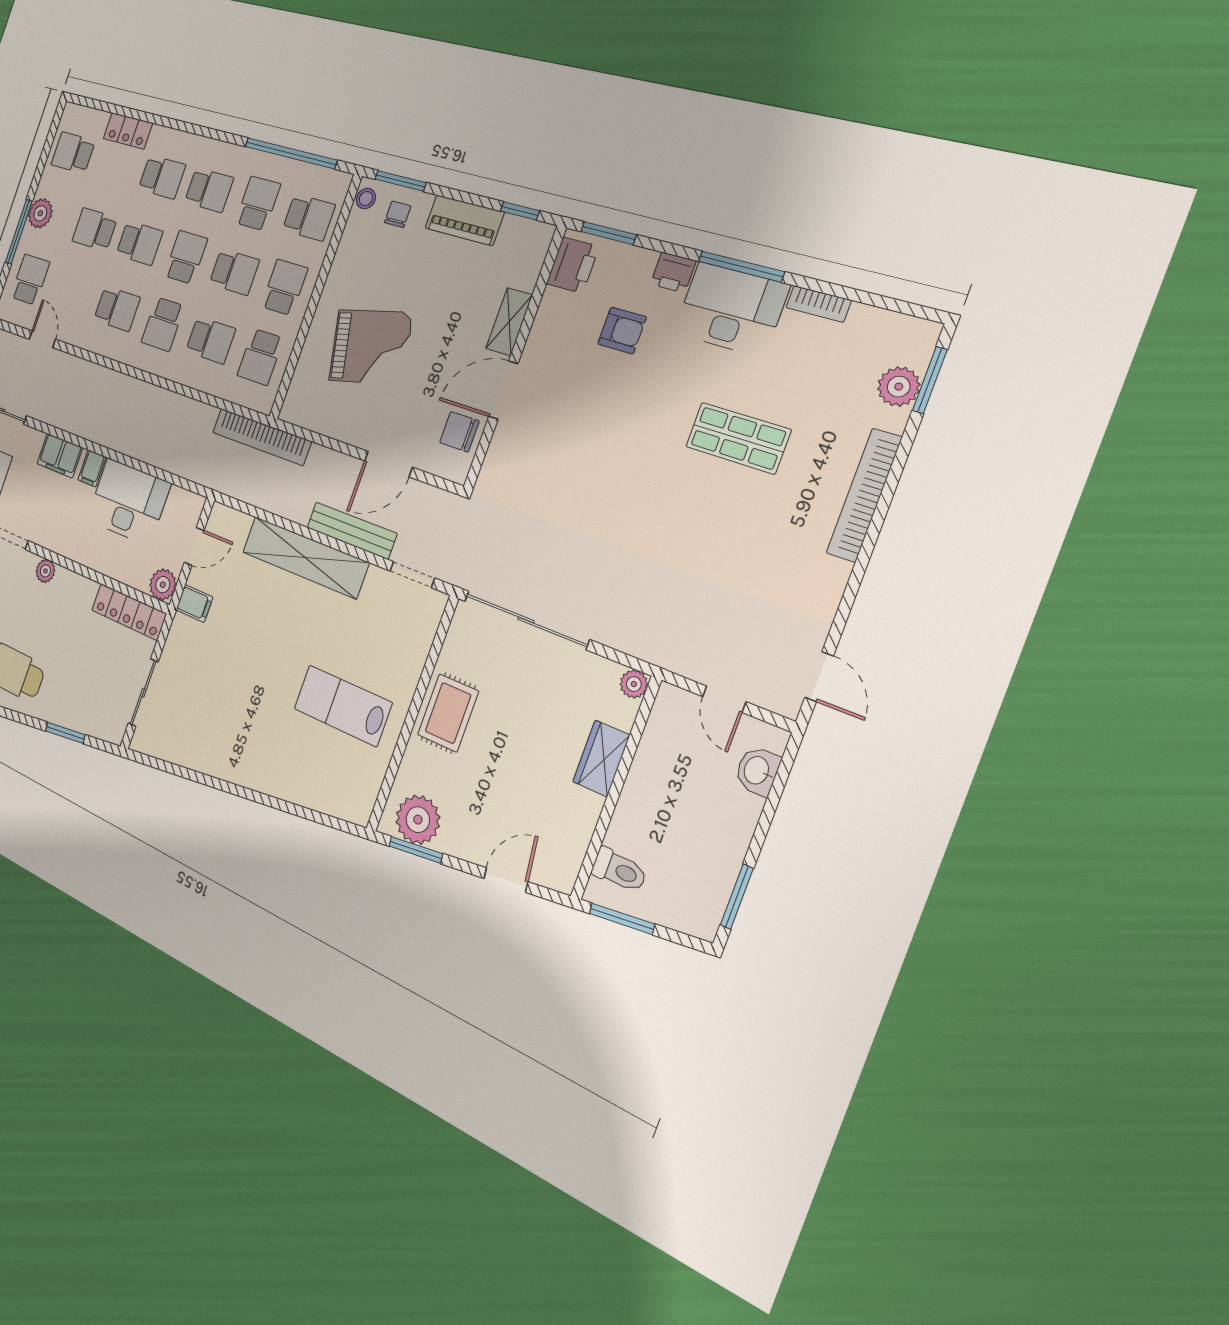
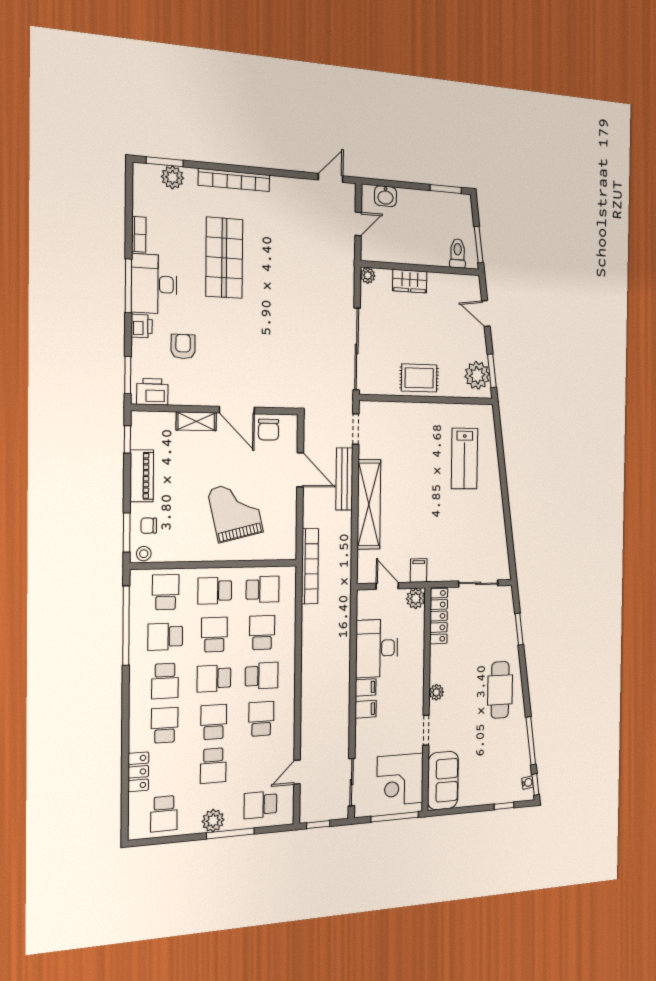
school desk: (209, 190) -> (165, 681), turned 180
shop shelf: (738, 438) -> (224, 258), width x1.43, depth x1.36
filing cabinet: (60, 456) -> (366, 709), width x0.50
lab bench: (343, 706) -> (464, 458), moved

